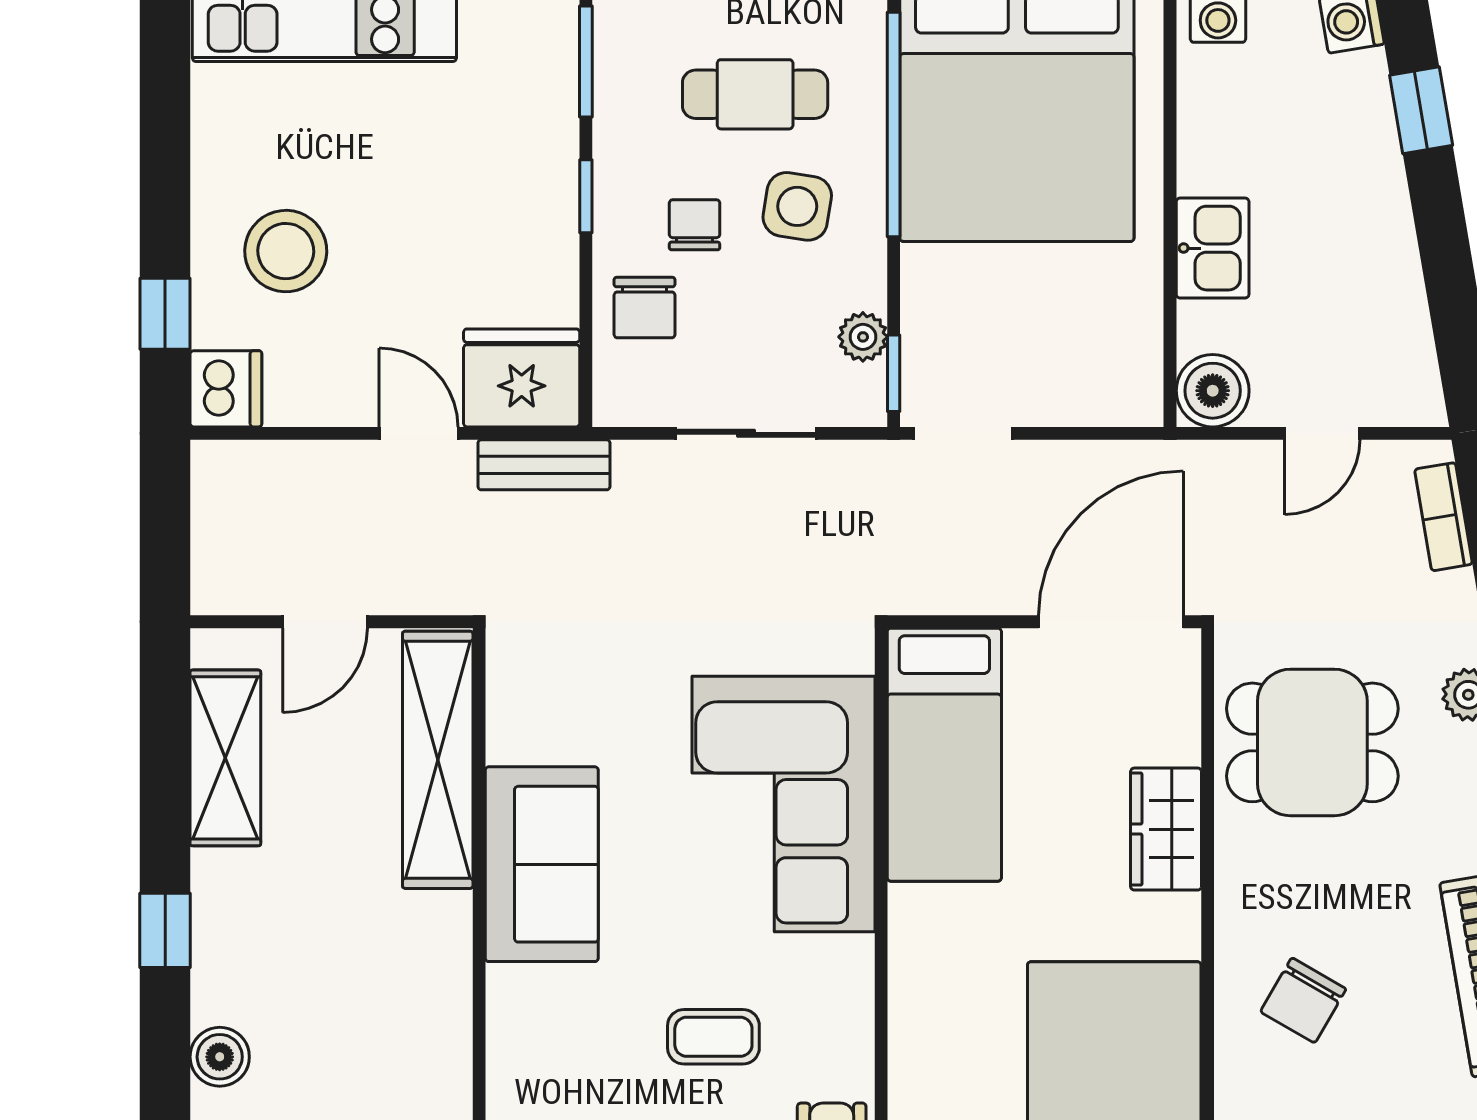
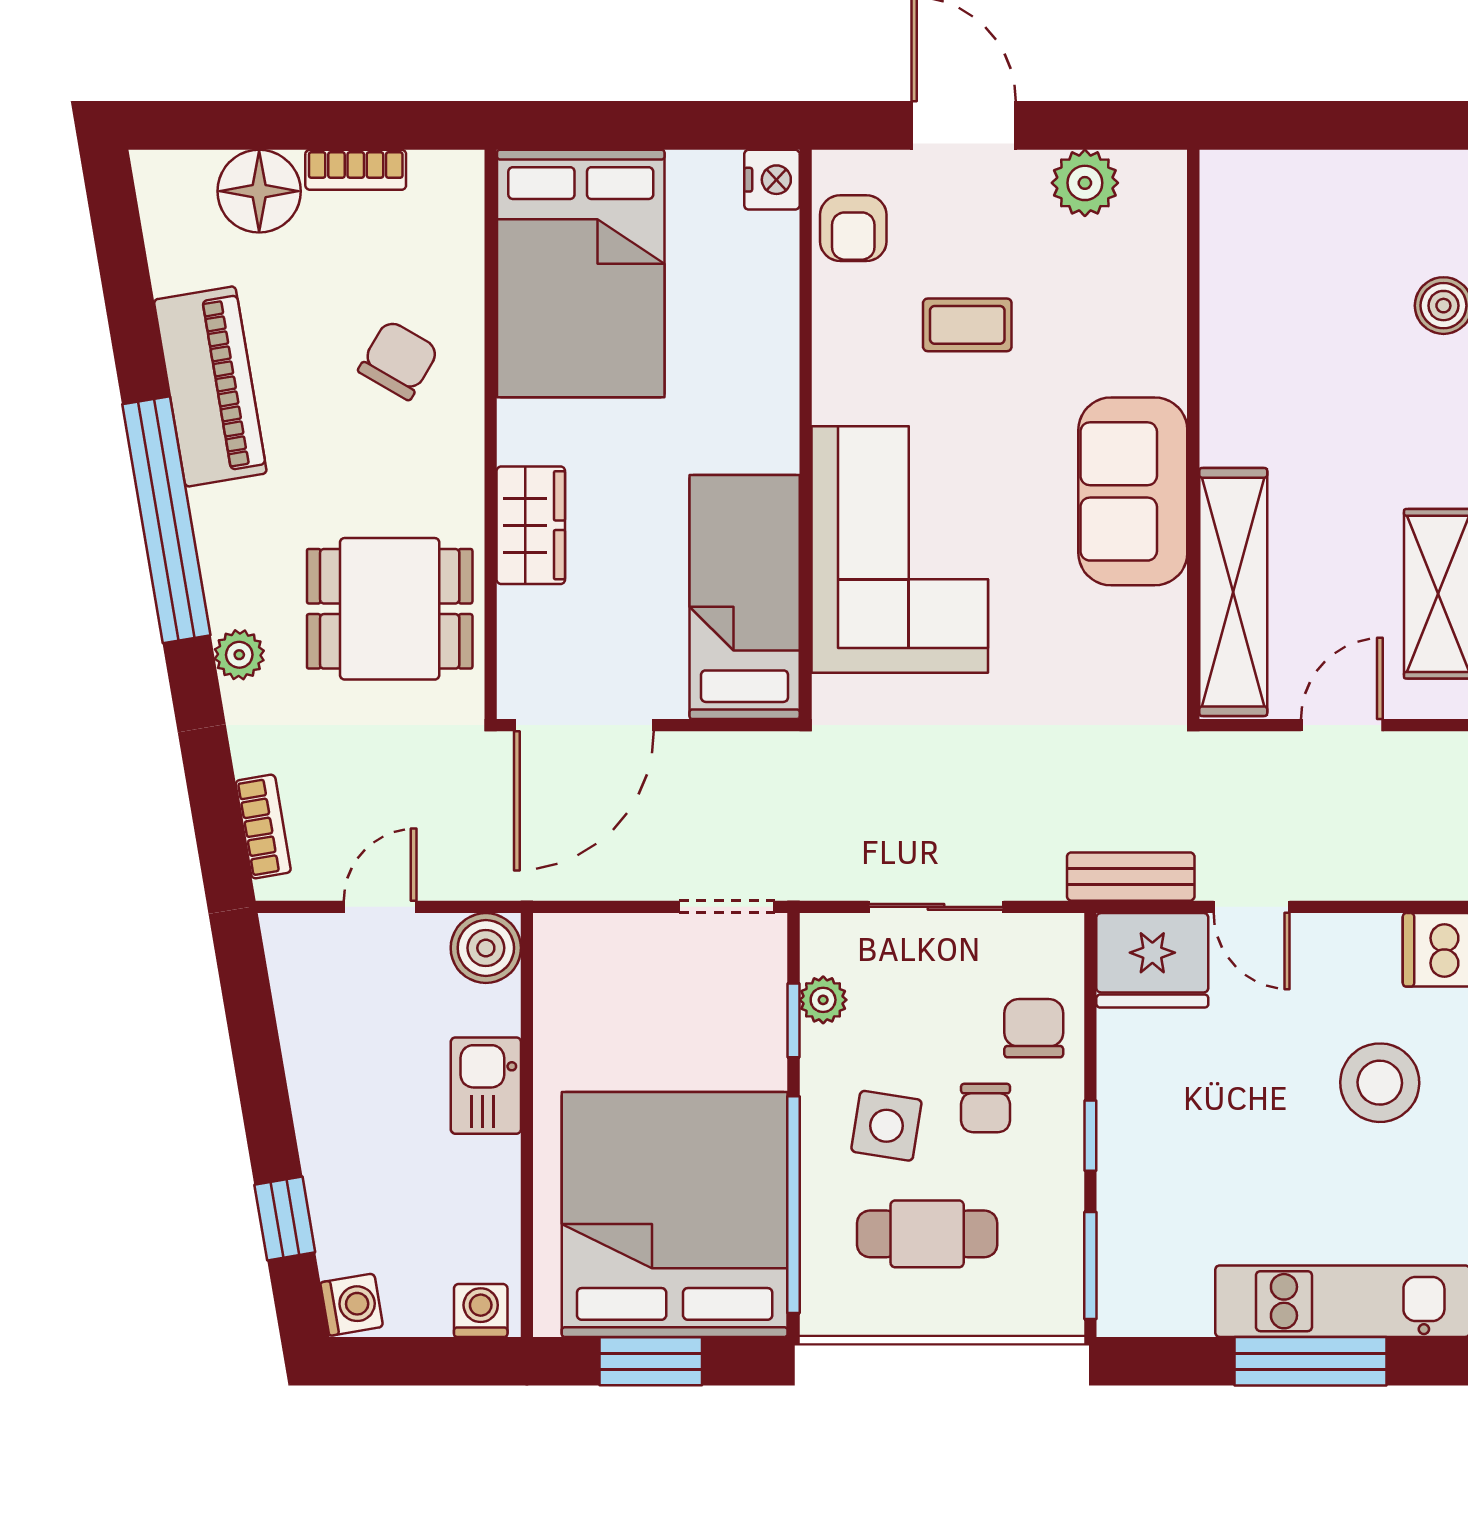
window: (894, 373) -> (793, 1020), moved

